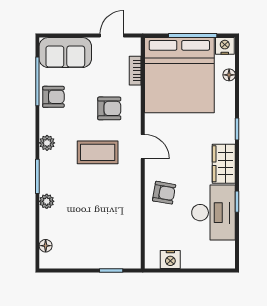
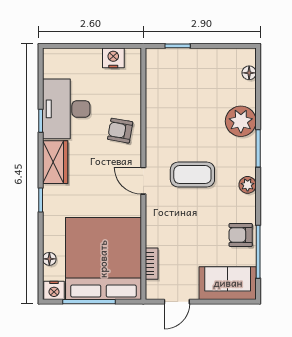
armchair: (109, 108) -> (180, 222), removed
plant: (47, 201) -> (241, 121), width x1.88, depth x1.88

